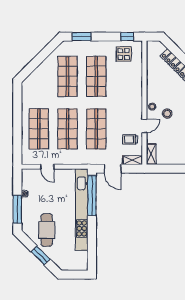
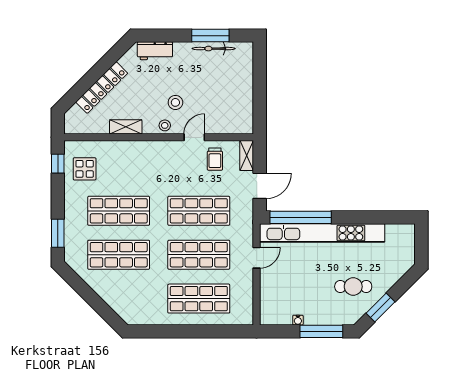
door: (144, 126) -> (194, 137), hinge flipped
shelving: (151, 154) -> (126, 127), moved
door: (47, 167) -> (257, 258), moved
cafe table: (47, 230) -> (353, 287), width x0.73, depth x0.74
window: (40, 255) -> (381, 307), moved

